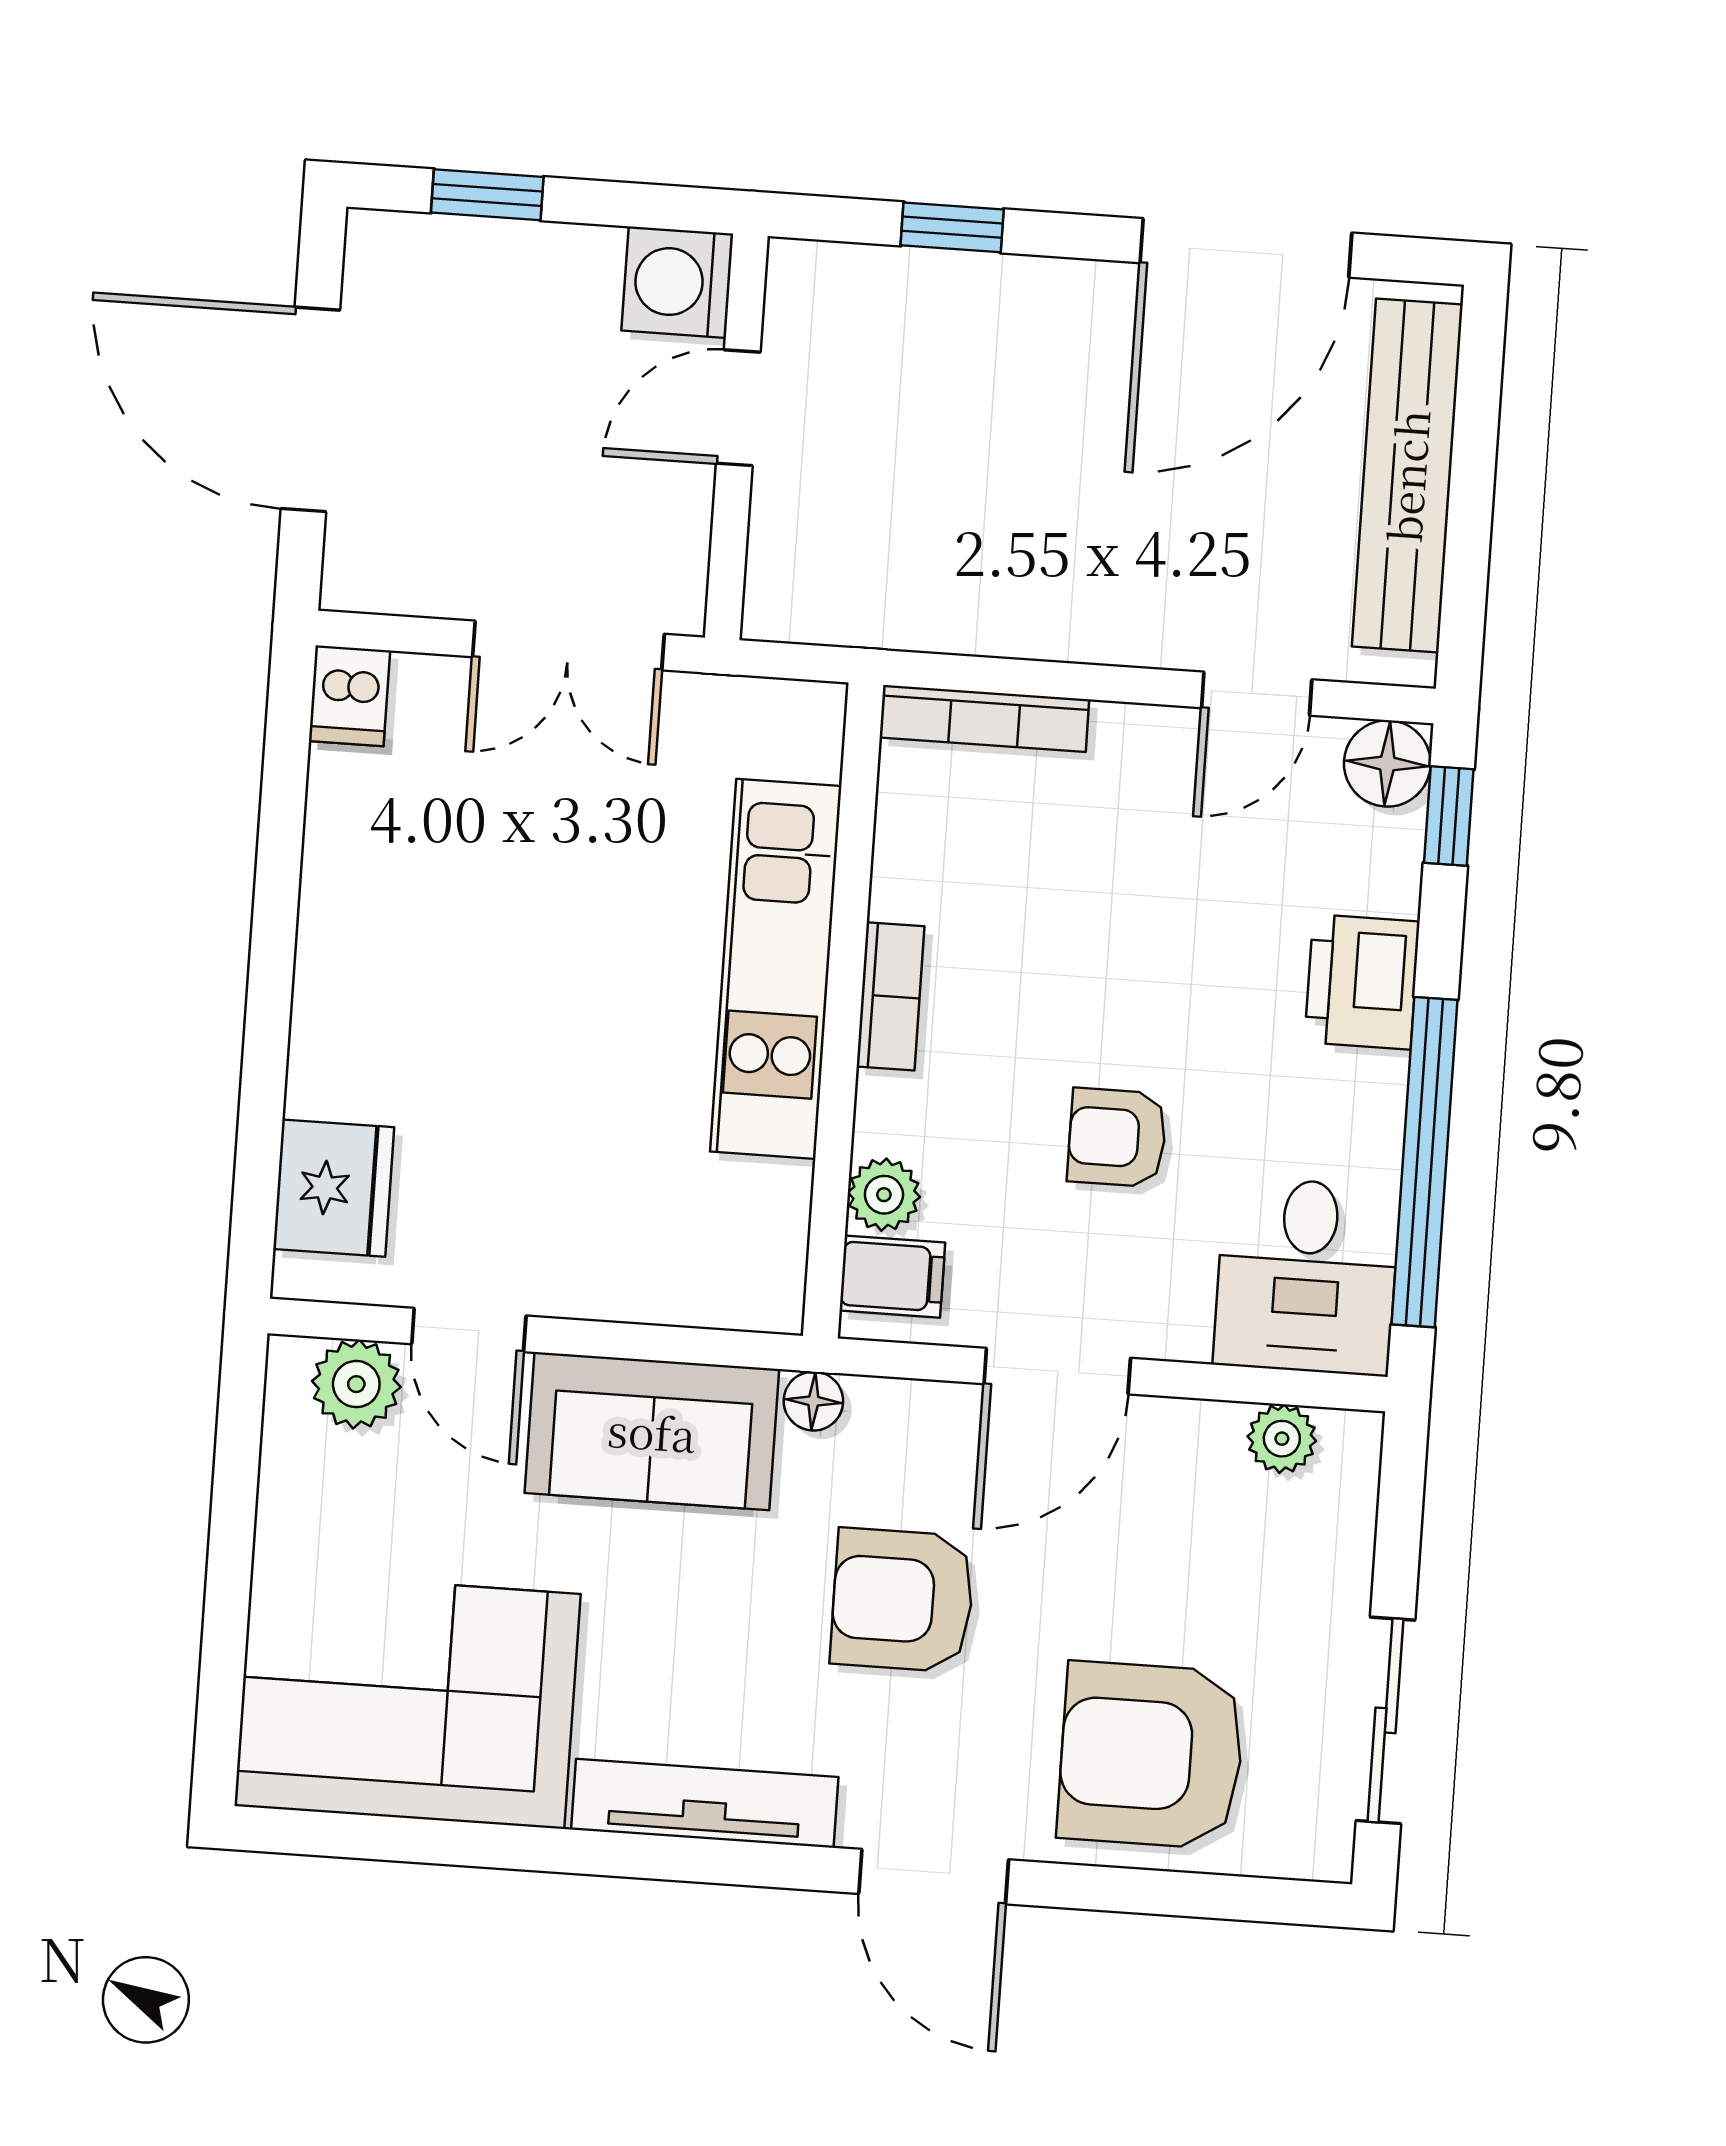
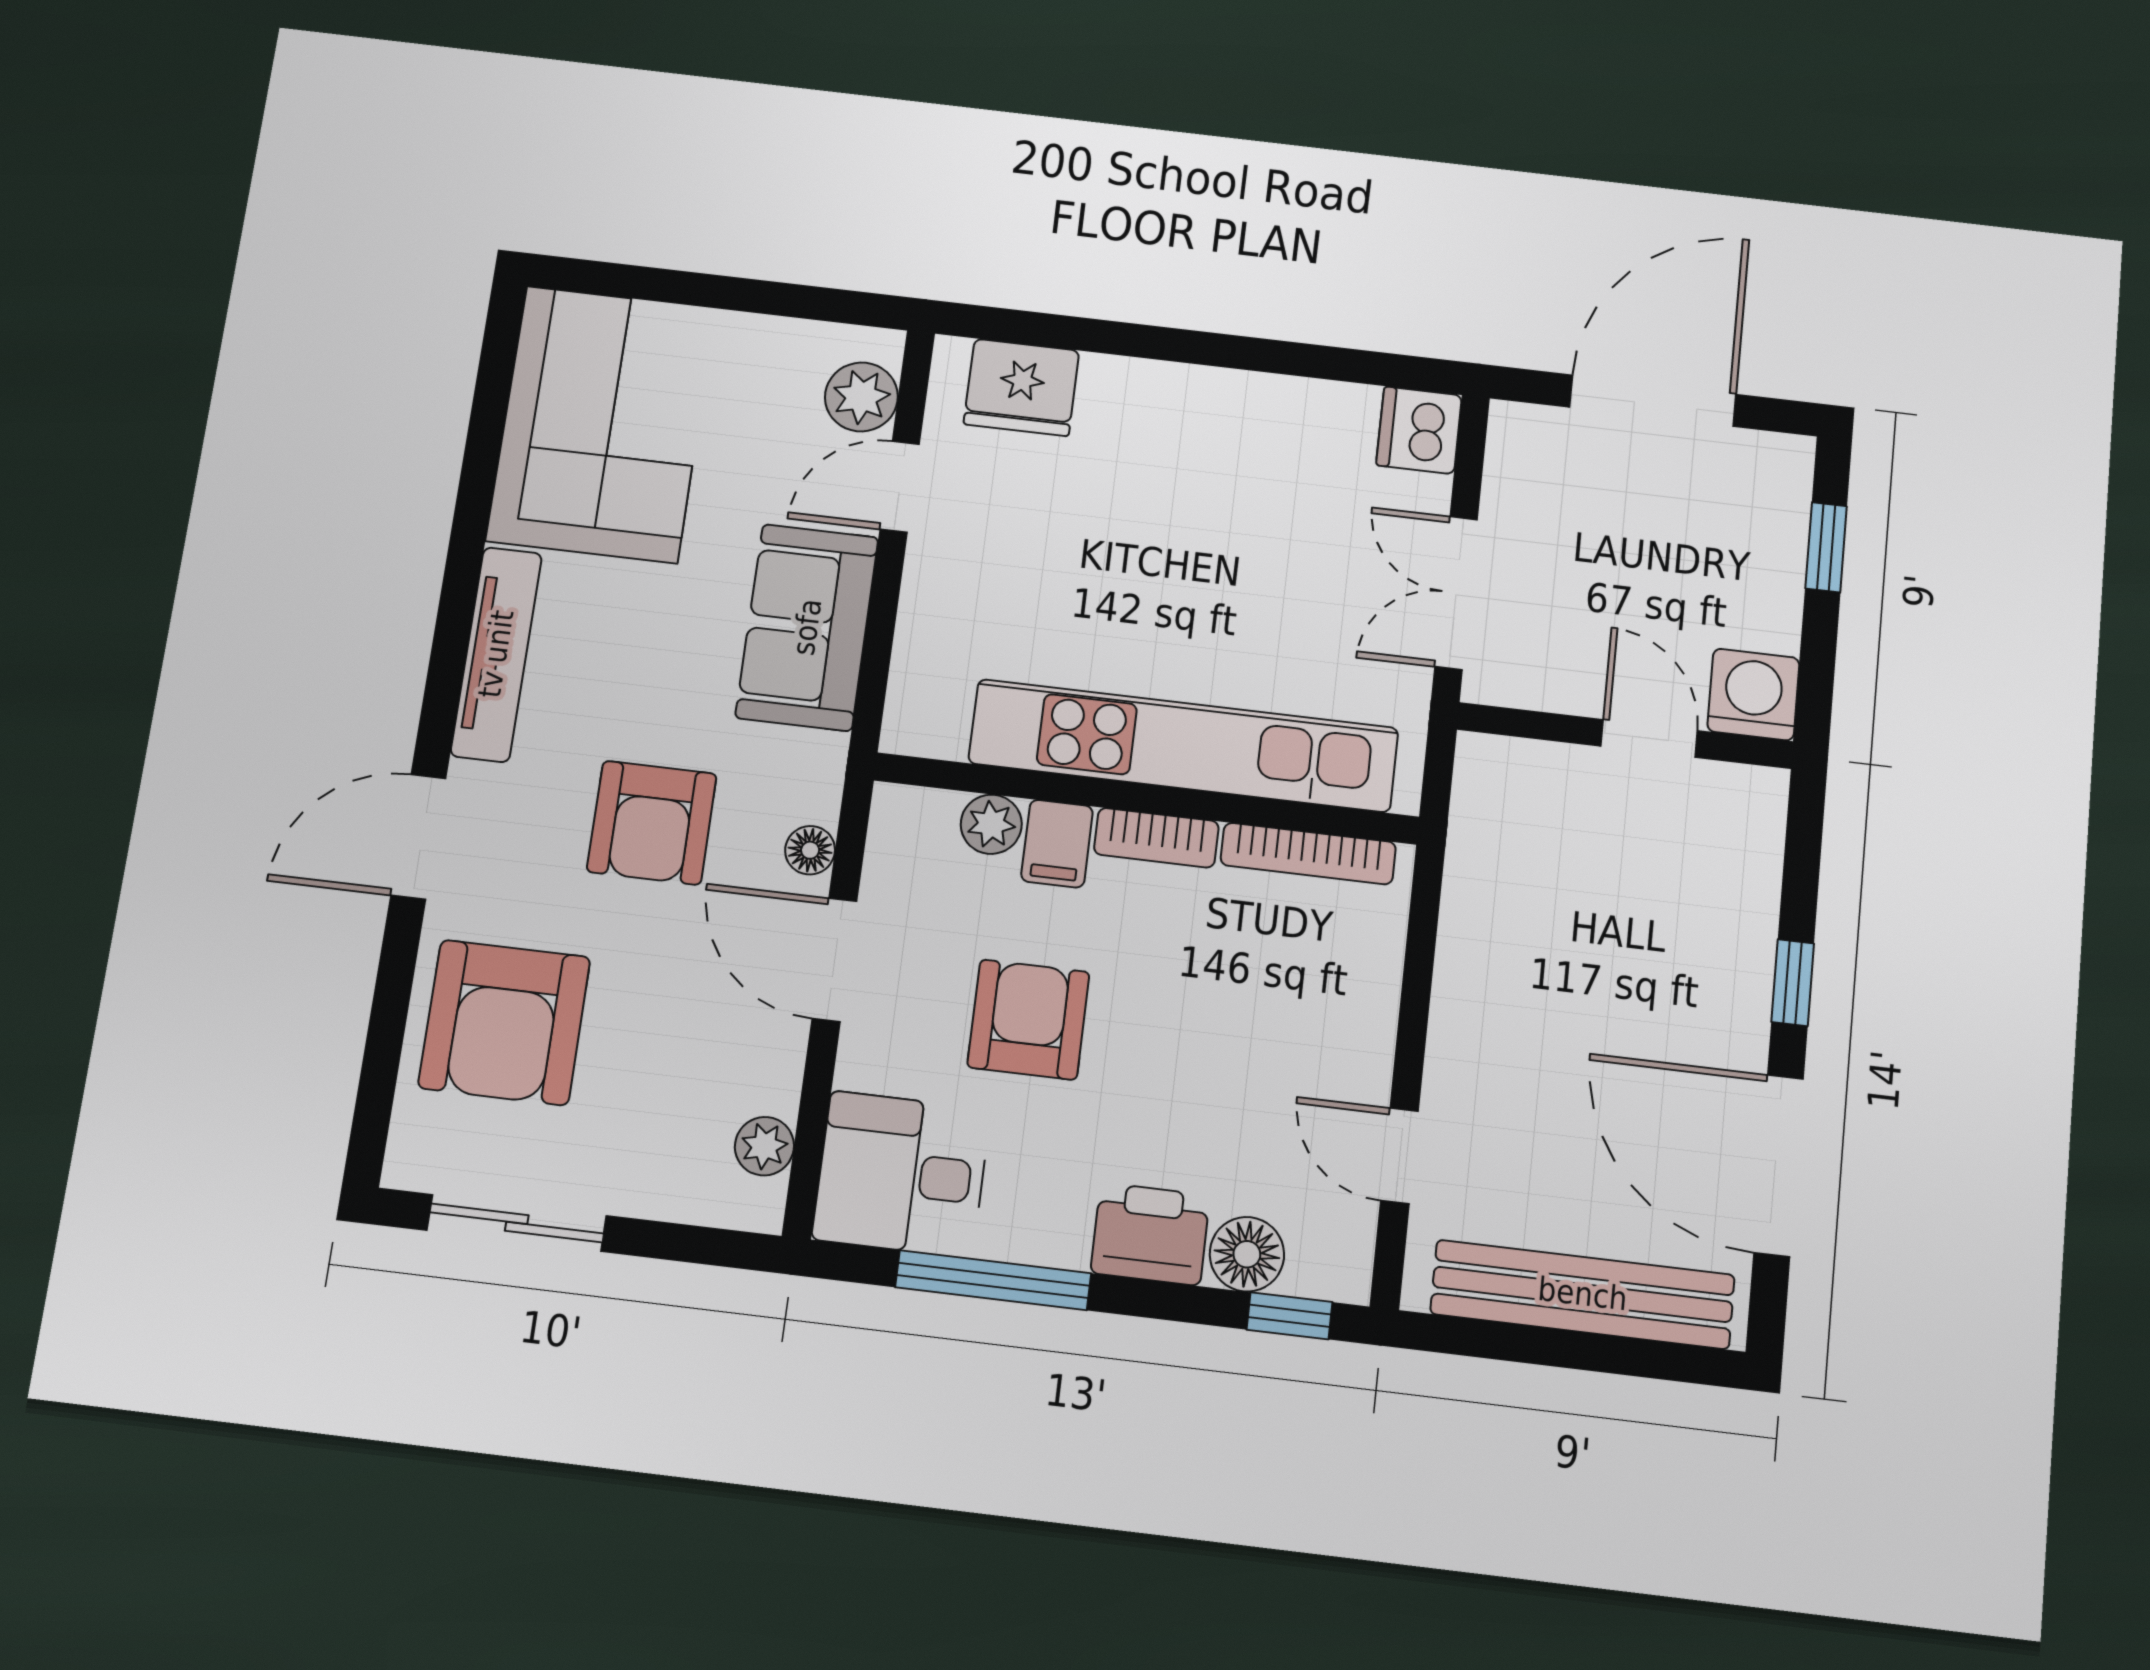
window: (952, 227) -> (1793, 983), moved
dishwasher: (349, 696) -> (1419, 430), width x1.38
bookcase: (984, 718) -> (1308, 854), moved, turned -90
floor lamp: (1387, 764) -> (1247, 1254), moved
kitchen unit: (776, 969) -> (1184, 746), width x1.36
armchair: (1117, 1138) -> (1028, 1020), width x1.38, depth x1.38
window: (1424, 1162) -> (993, 1280), width x0.68
filing cabinet: (892, 1277) -> (1057, 844), moved
floor lamp: (813, 1401) -> (810, 850), moved
armchair: (903, 1600) -> (652, 823), turned 180
armchair: (1151, 1755) -> (504, 1022), turned 180

